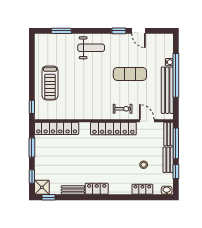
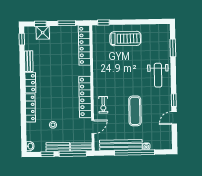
treadmill: (50, 83) -> (125, 39), turned 180
shower: (42, 187) -> (43, 33), moved
locker: (142, 189) -> (30, 108), moved, width x1.53

